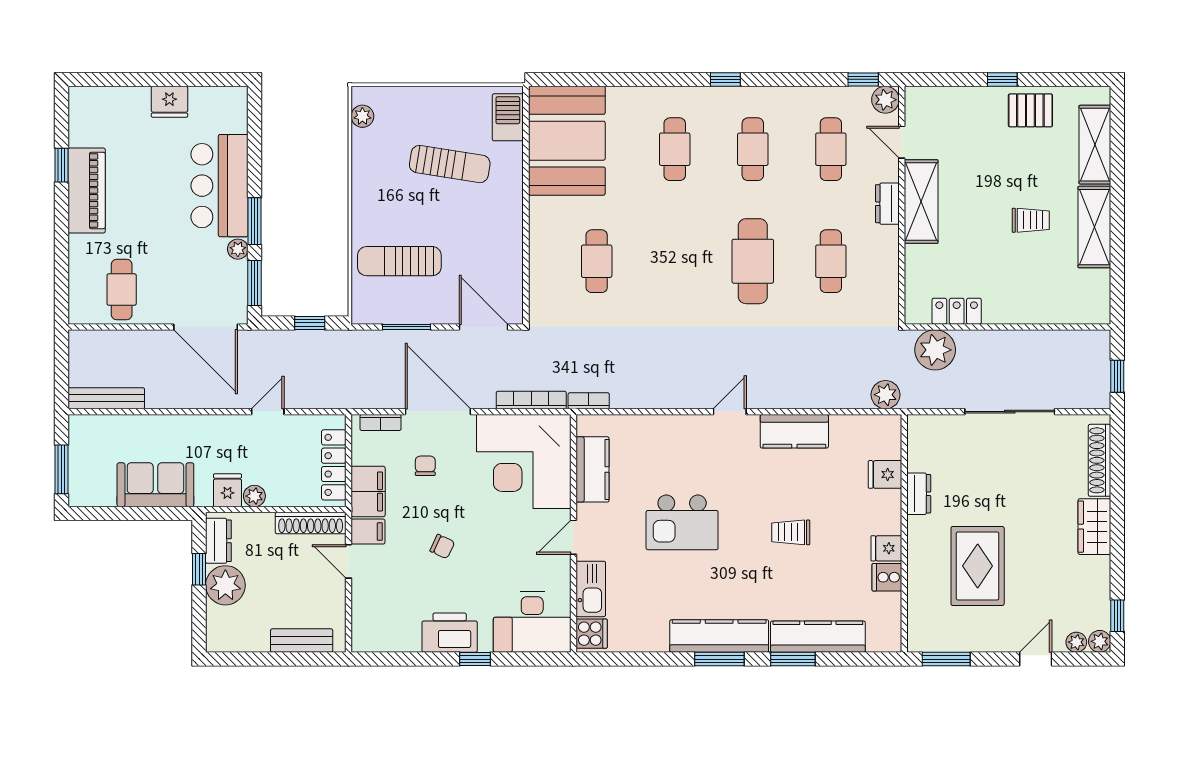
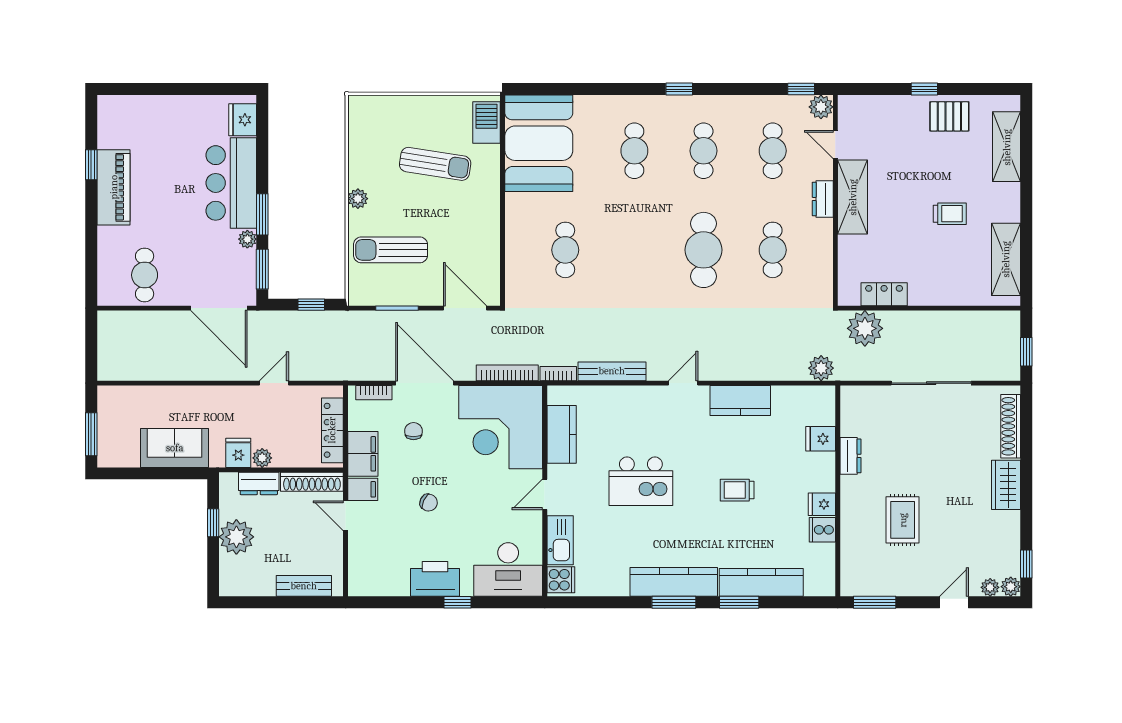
fridge: (169, 102) -> (243, 120), moved, turned 90
plant: (362, 116) -> (358, 199), moved
shelving: (1094, 227) -> (1006, 259), moved
bench: (106, 398) -> (612, 371), moved
dresser: (218, 541) -> (259, 483), moved, turned 90
rug: (978, 566) -> (903, 520), width x0.73, depth x0.70

